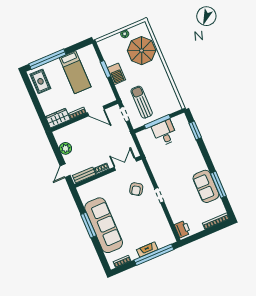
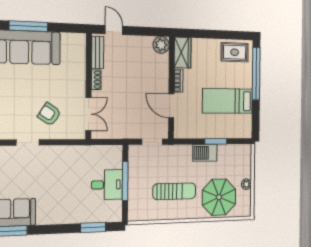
sun lounger: (142, 102) -> (174, 191), moved
door: (96, 111) -> (171, 106), hinge flipped
plant: (65, 148) -> (161, 45), moved

